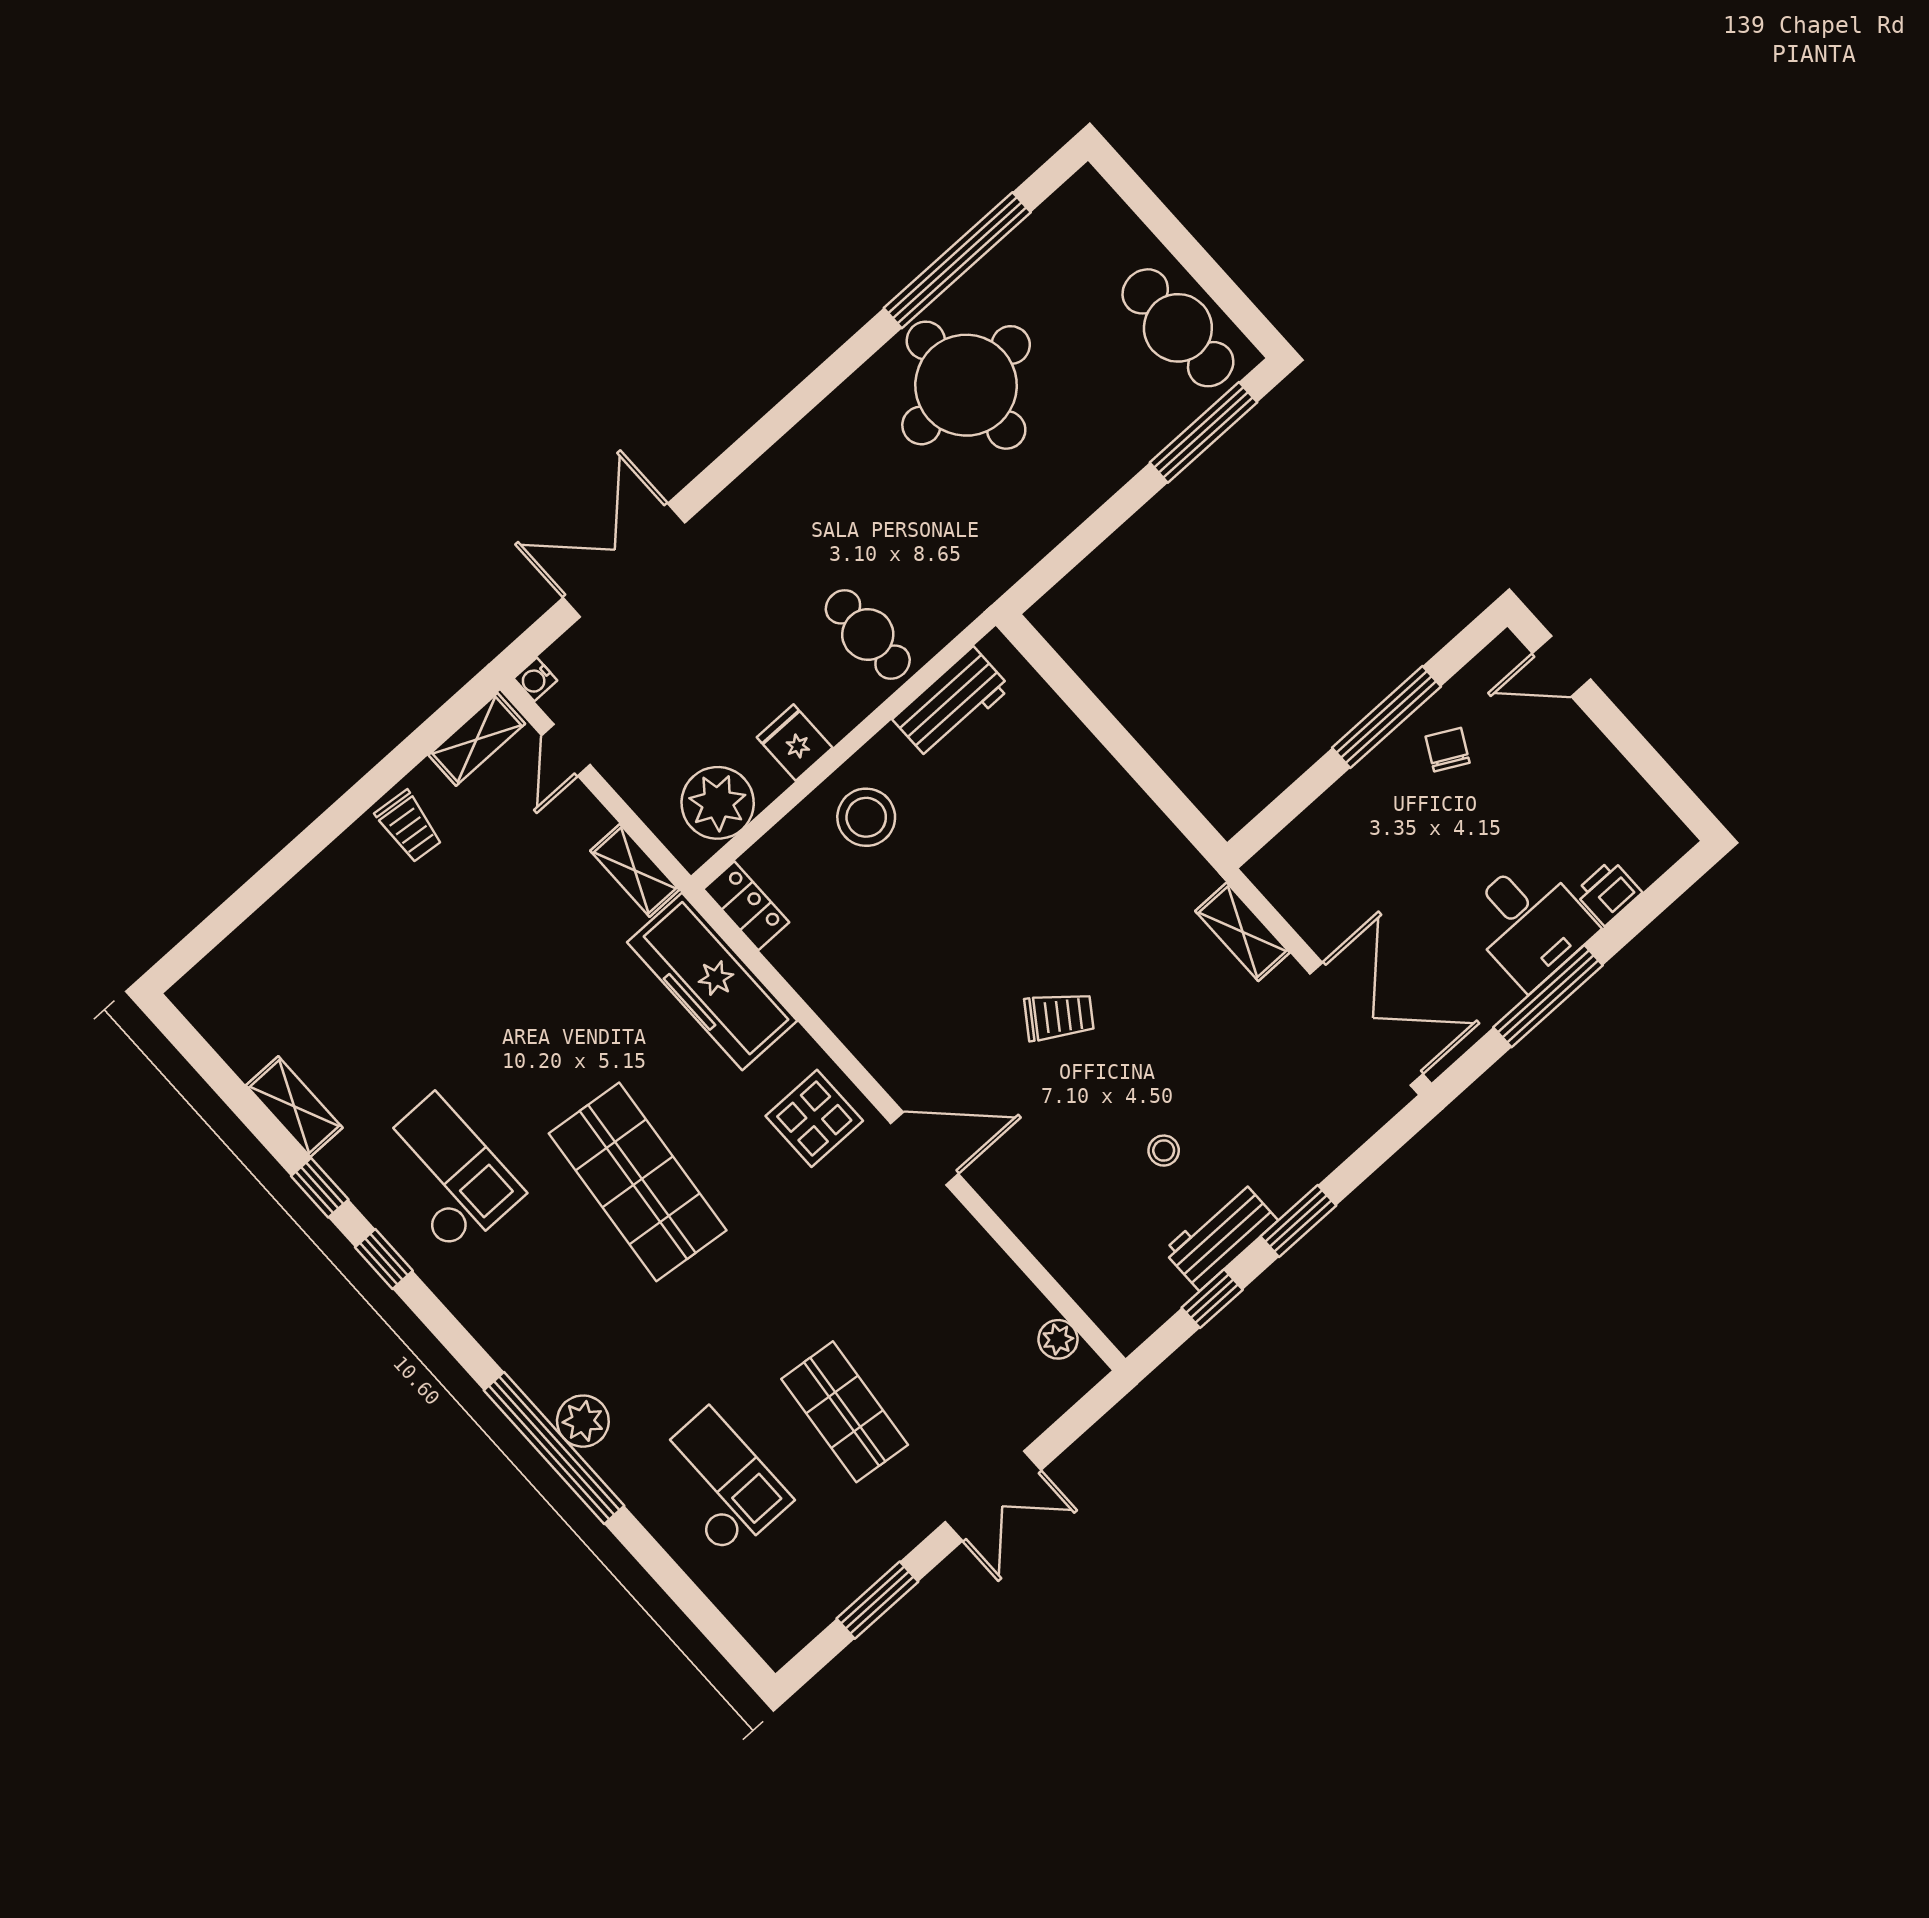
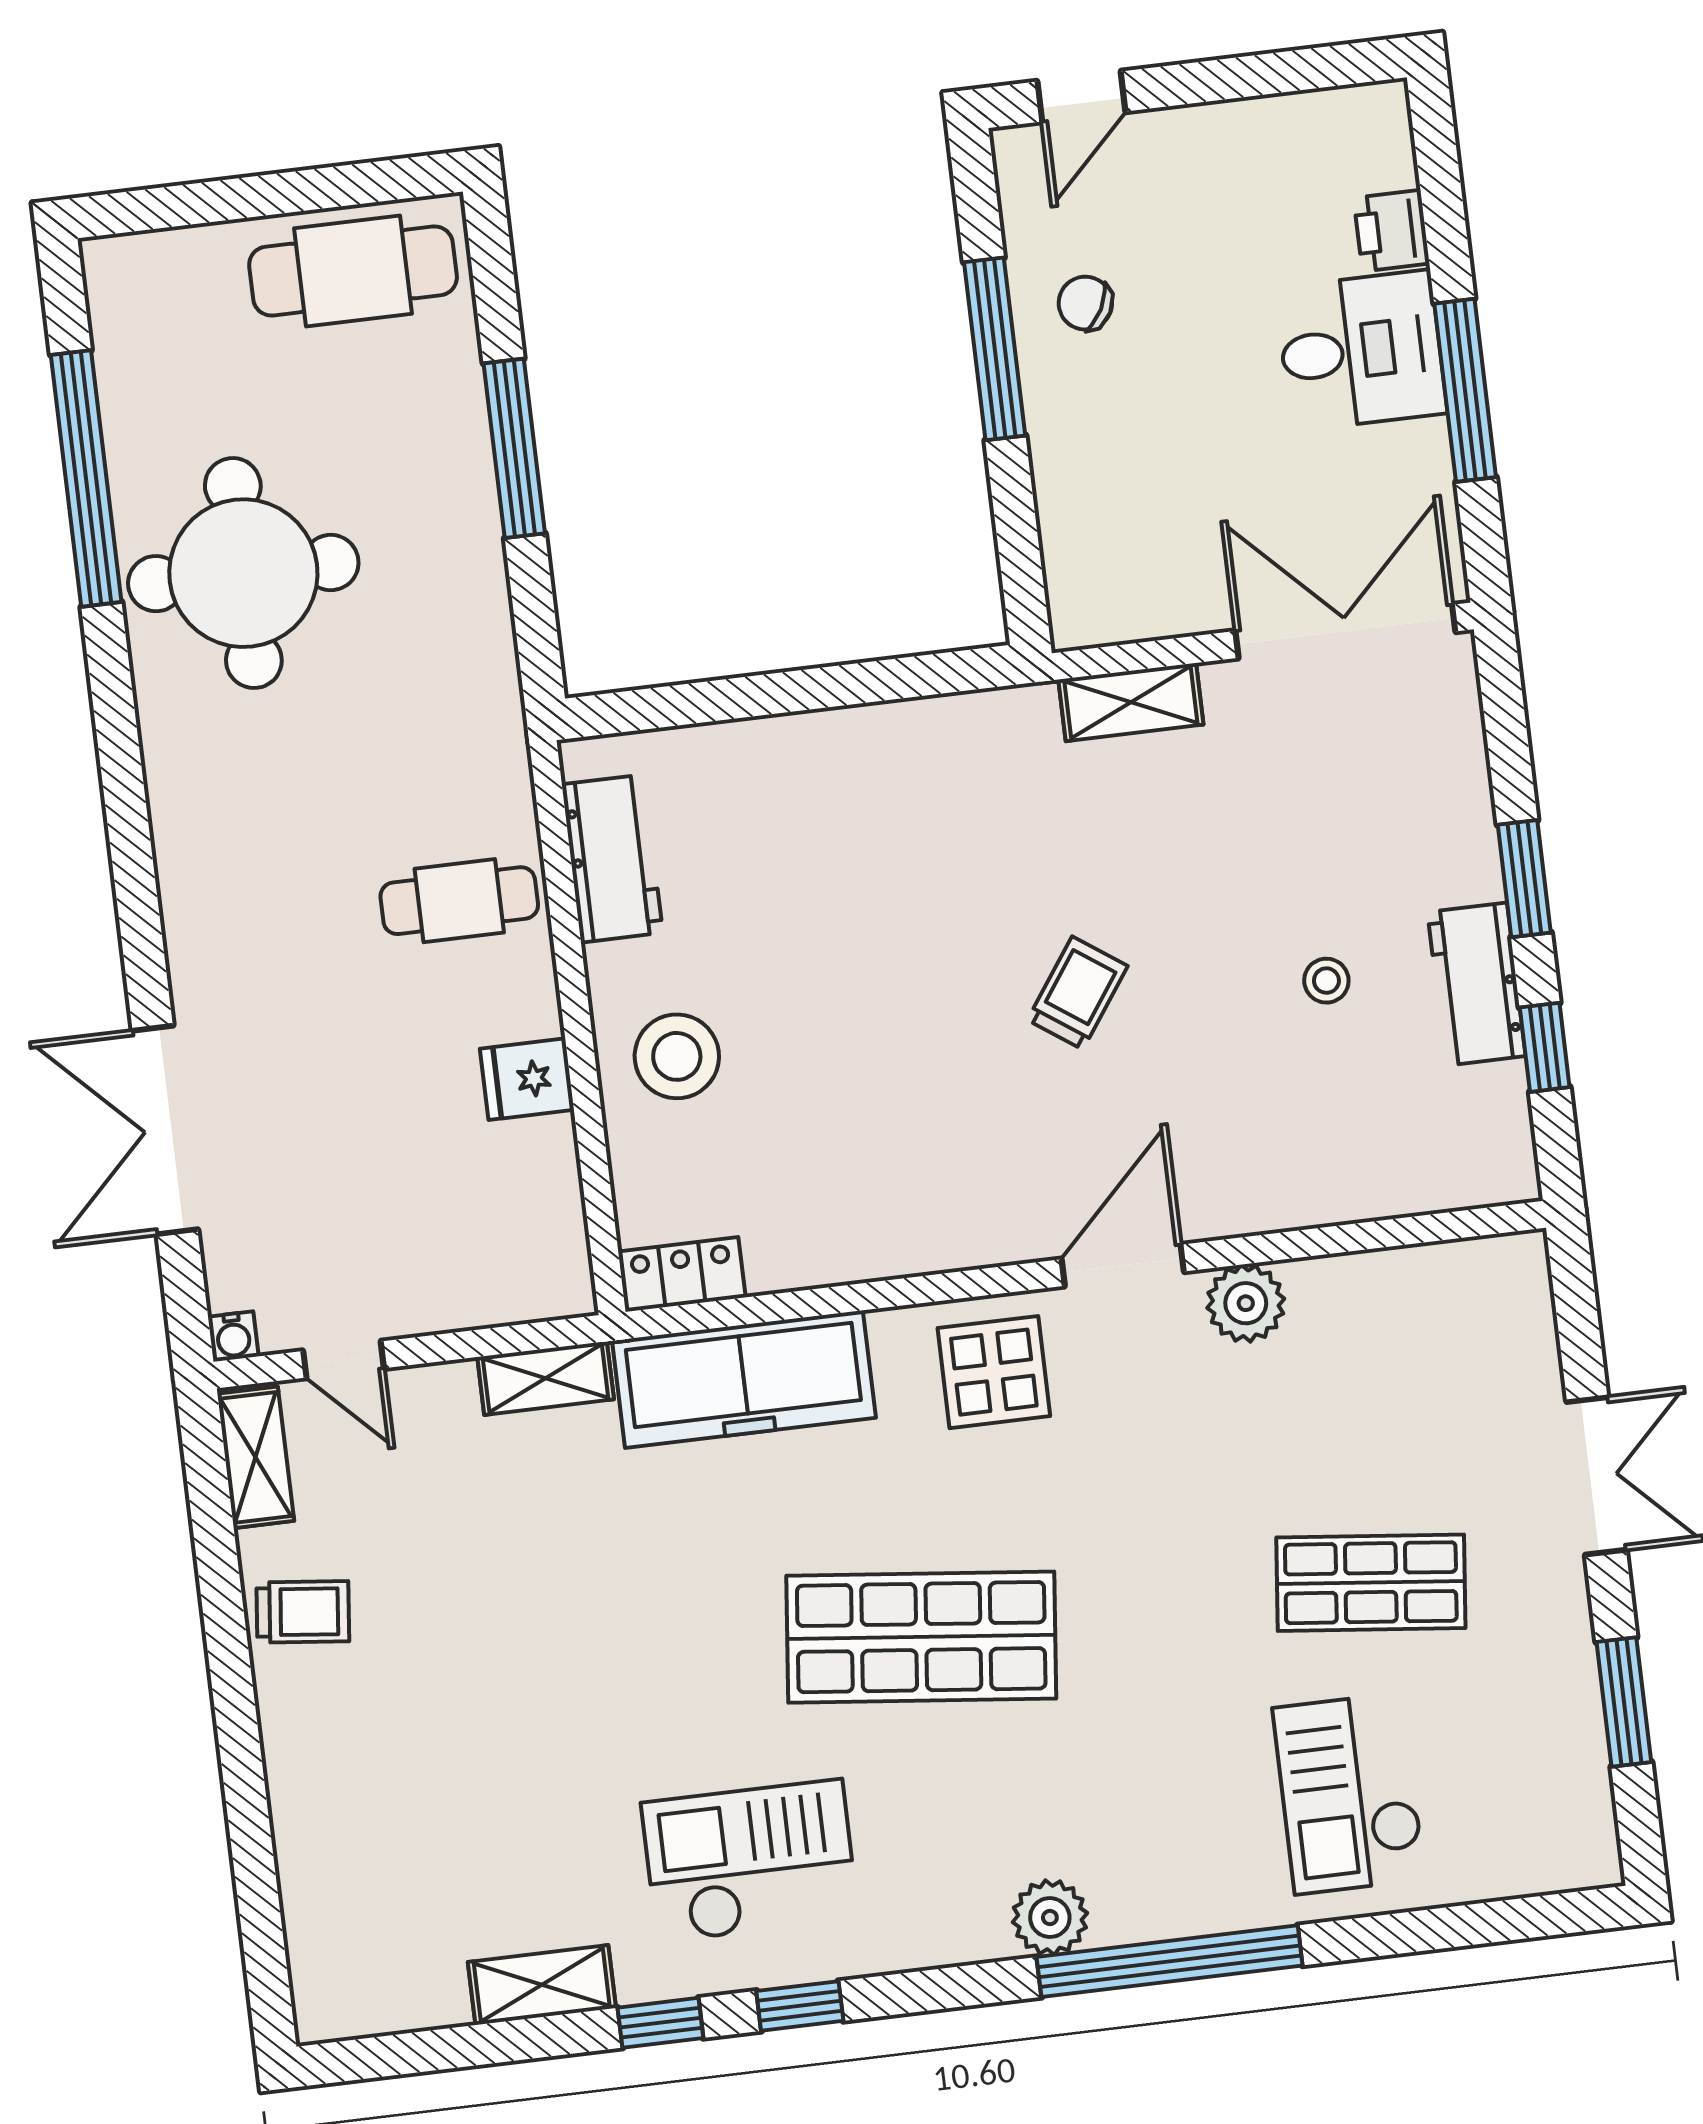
window: (1203, 432) -> (514, 448), moved
plant: (718, 803) -> (535, 1222), removed
plant: (1058, 1339) -> (1246, 1303), moved, width x1.38, depth x1.38
plant: (583, 1421) -> (1050, 1918), moved
checkout: (718, 1483) -> (1349, 1794), turned -90

